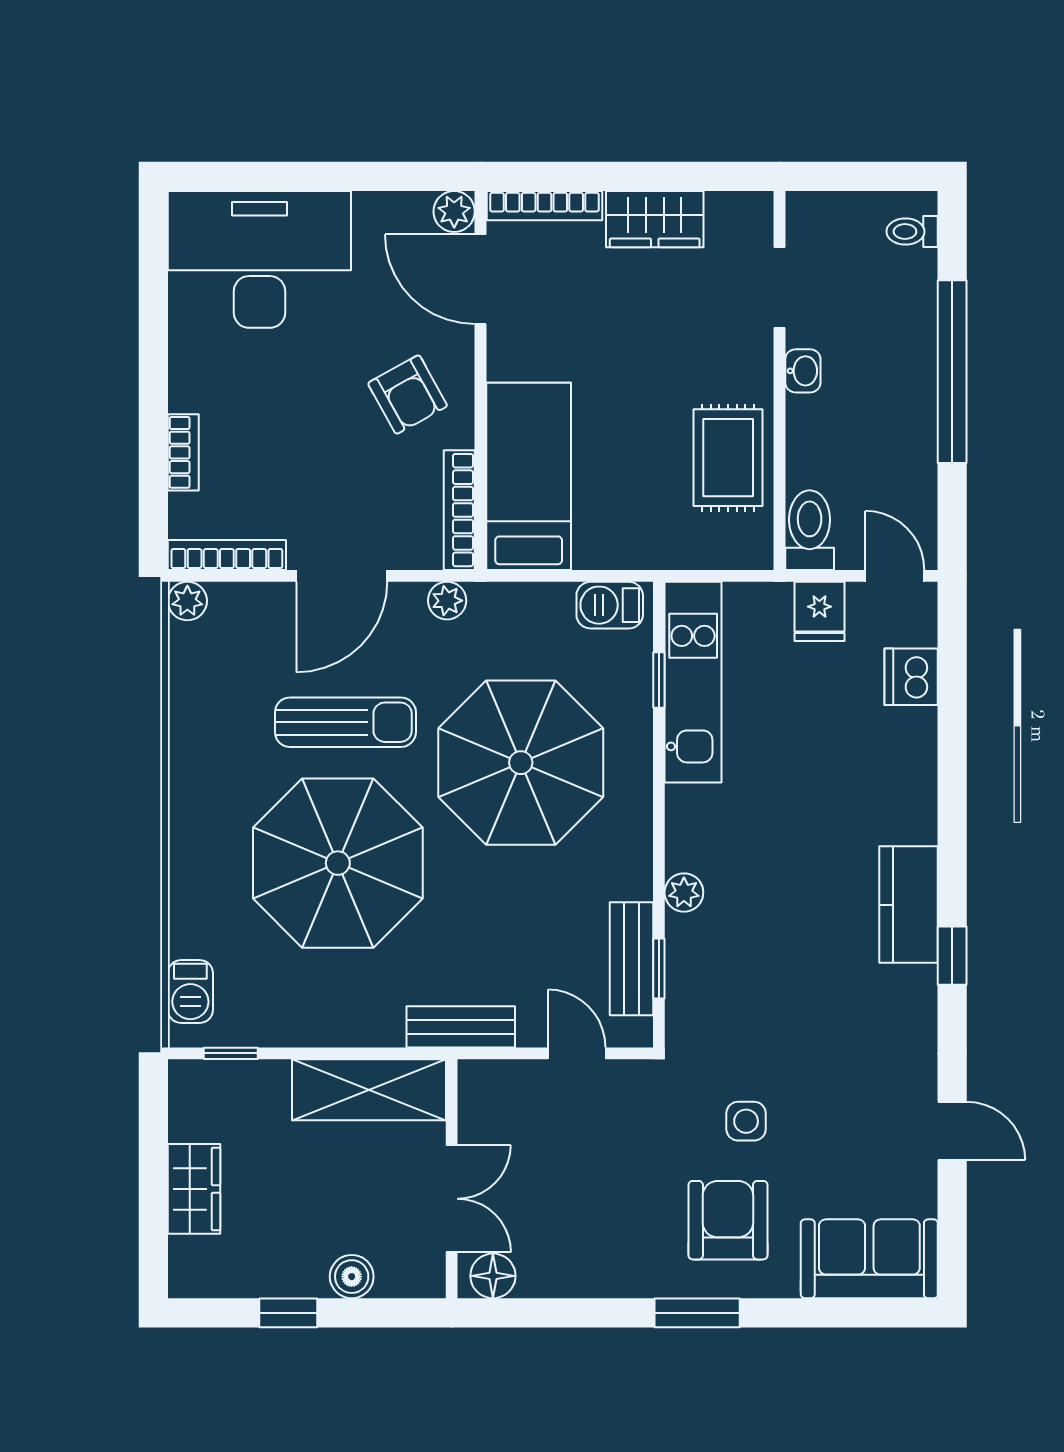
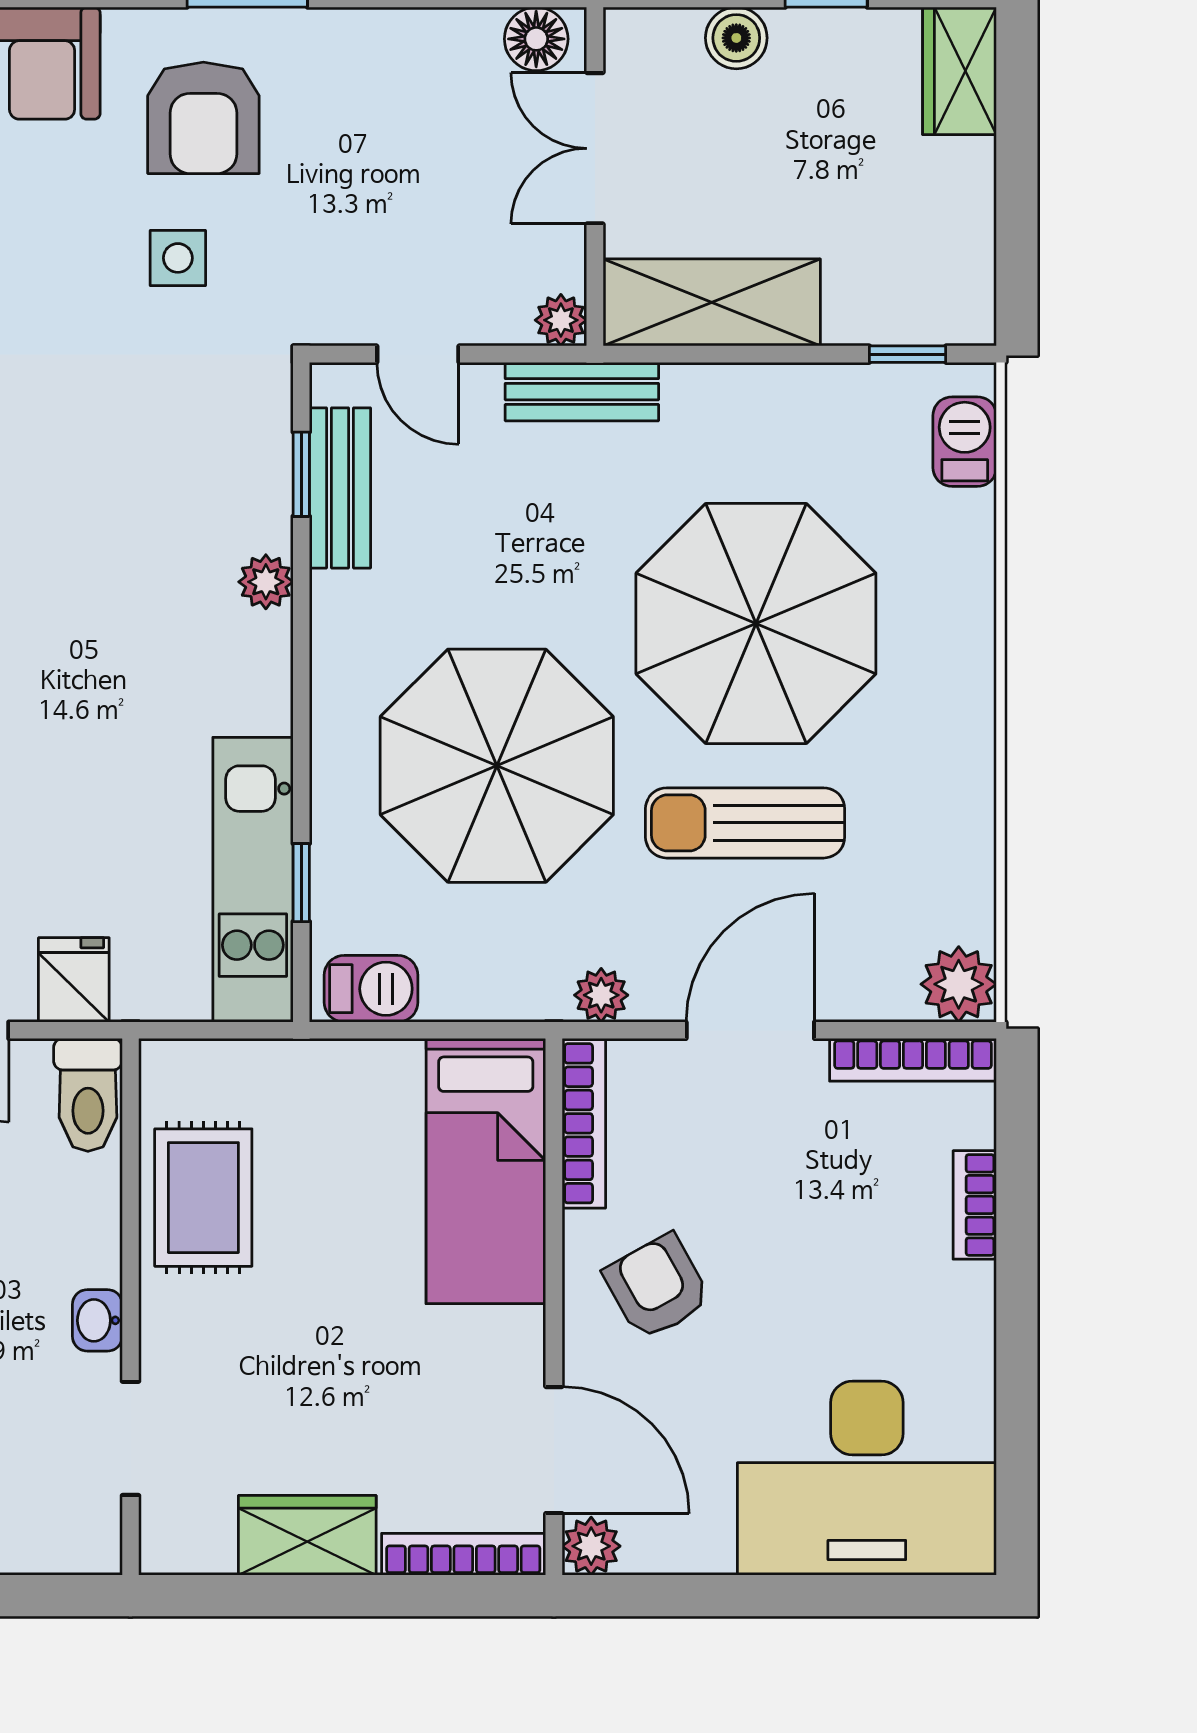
plant: (187, 601) -> (959, 984), width x1.38, depth x1.38
plant: (476, 1077) -> (561, 320), added
wardrobe: (194, 1189) -> (960, 71), moved

